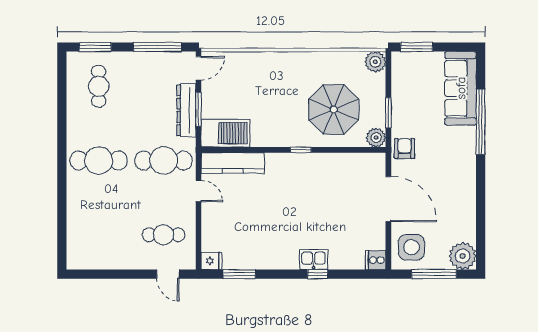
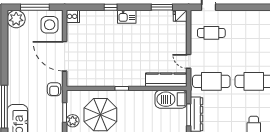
plant: (376, 138) -> (73, 121), moved
kitchen sink: (314, 260) -> (127, 17), moved

